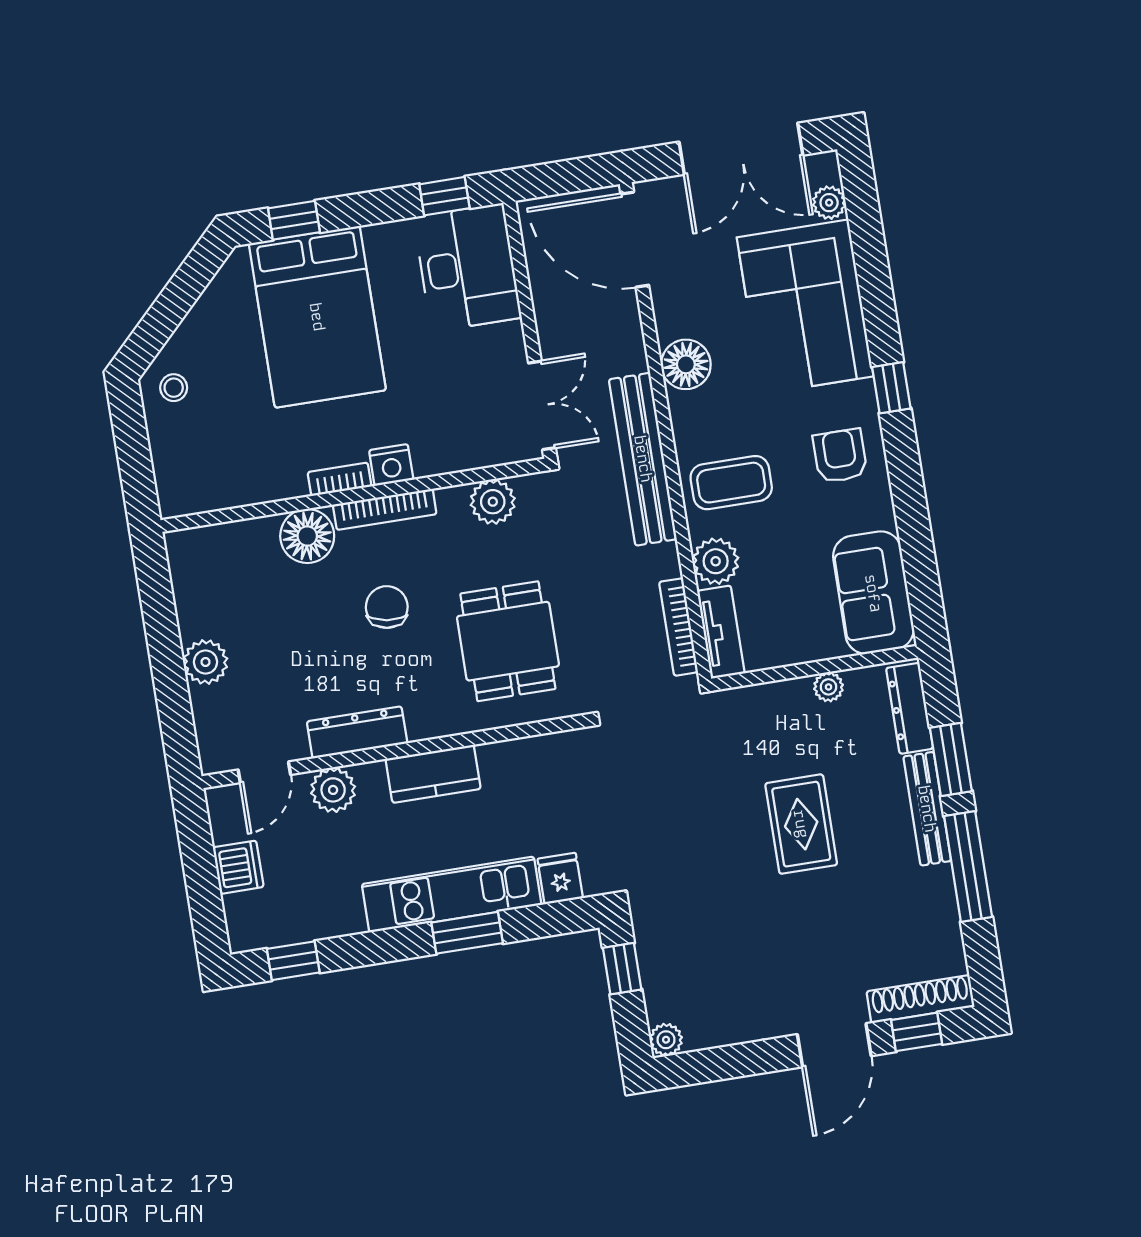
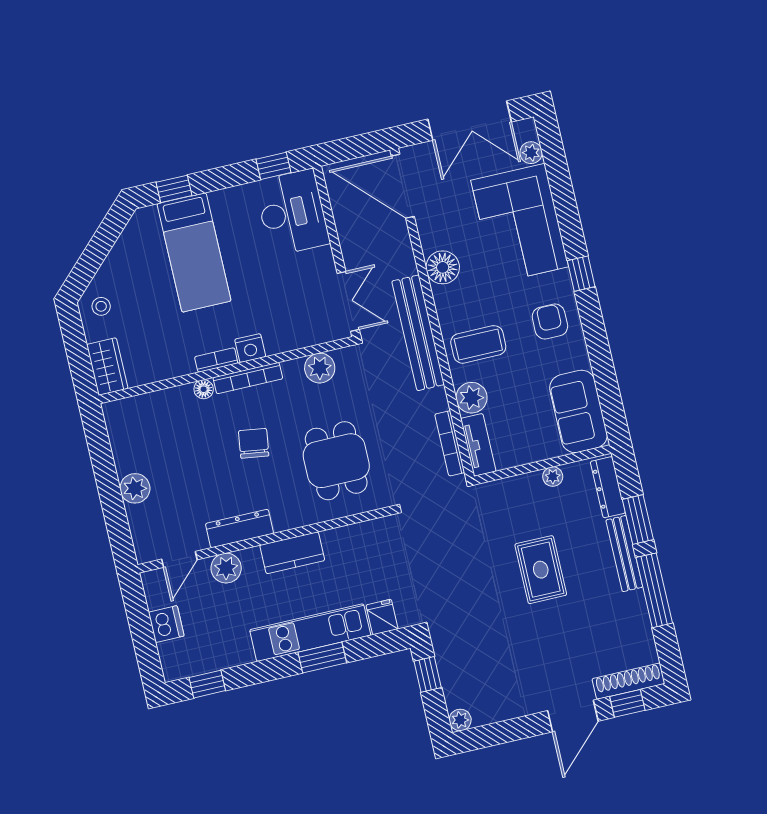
bed: (317, 317) -> (194, 252), width x0.67
wardrobe: (177, 478) -> (107, 367), added
floor lamp: (307, 536) -> (204, 389), width x0.53, depth x0.53

